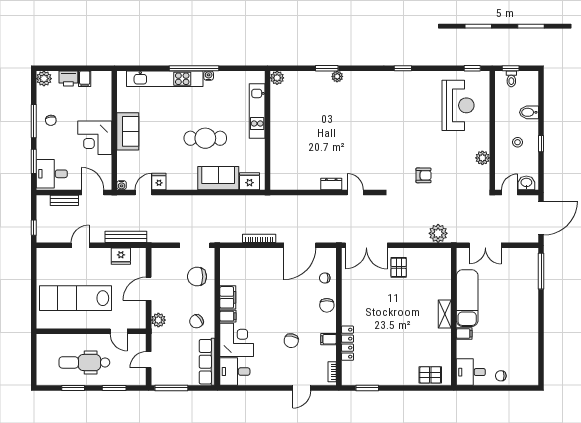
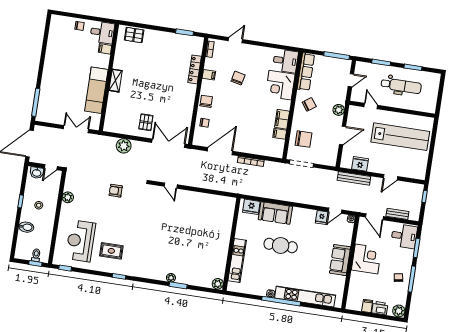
rug: (417, 99) -> (111, 251), added
dresser: (331, 184) -> (188, 195), removed
plant: (438, 233) -> (124, 146), moved
filing cabinet: (228, 316) -> (280, 134), moved
filing cabinet: (464, 334) -> (105, 49), moved

